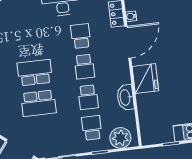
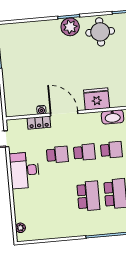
school desk: (81, 36) -> (57, 155), turned 180
school desk: (35, 73) -> (88, 196), turned 180

